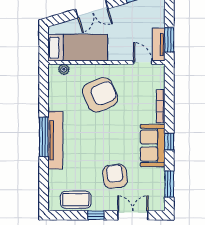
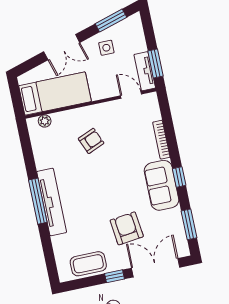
side table: (130, 17) -> (106, 48), added
armchair: (100, 95) -> (91, 141), width x0.53, depth x0.53
double door: (133, 215) -> (156, 268), width x1.37

